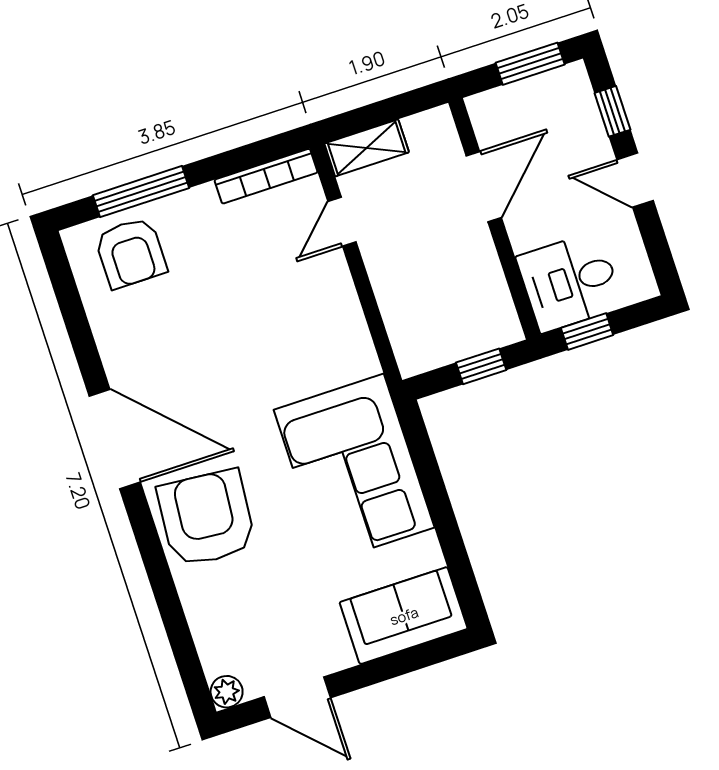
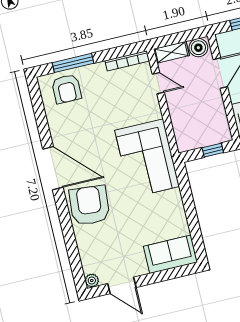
boiler: (428, 132) -> (198, 48), added
door: (342, 222) -> (158, 83), swing flipped
corner sofa: (354, 469) -> (147, 158), moved

